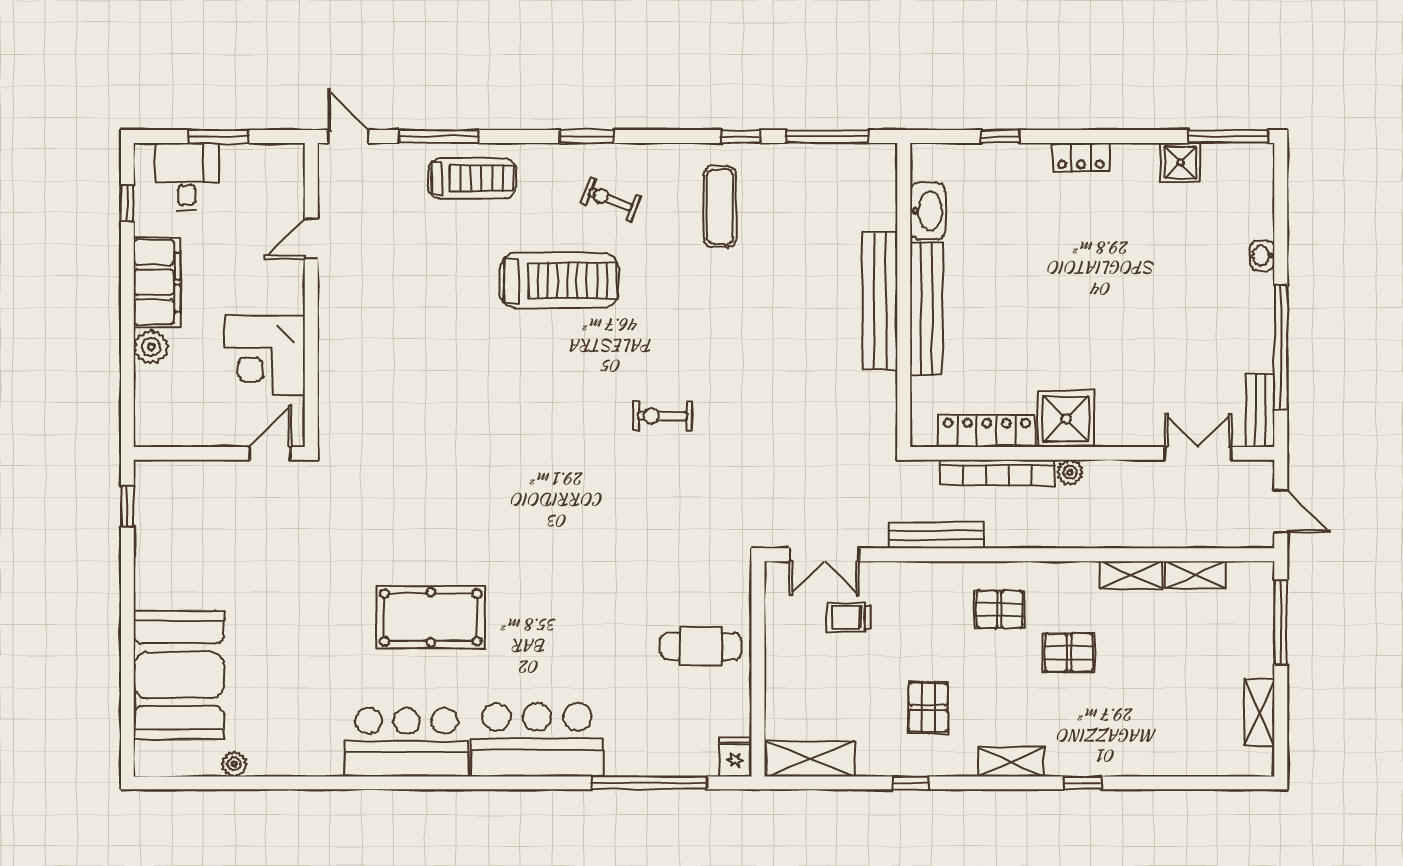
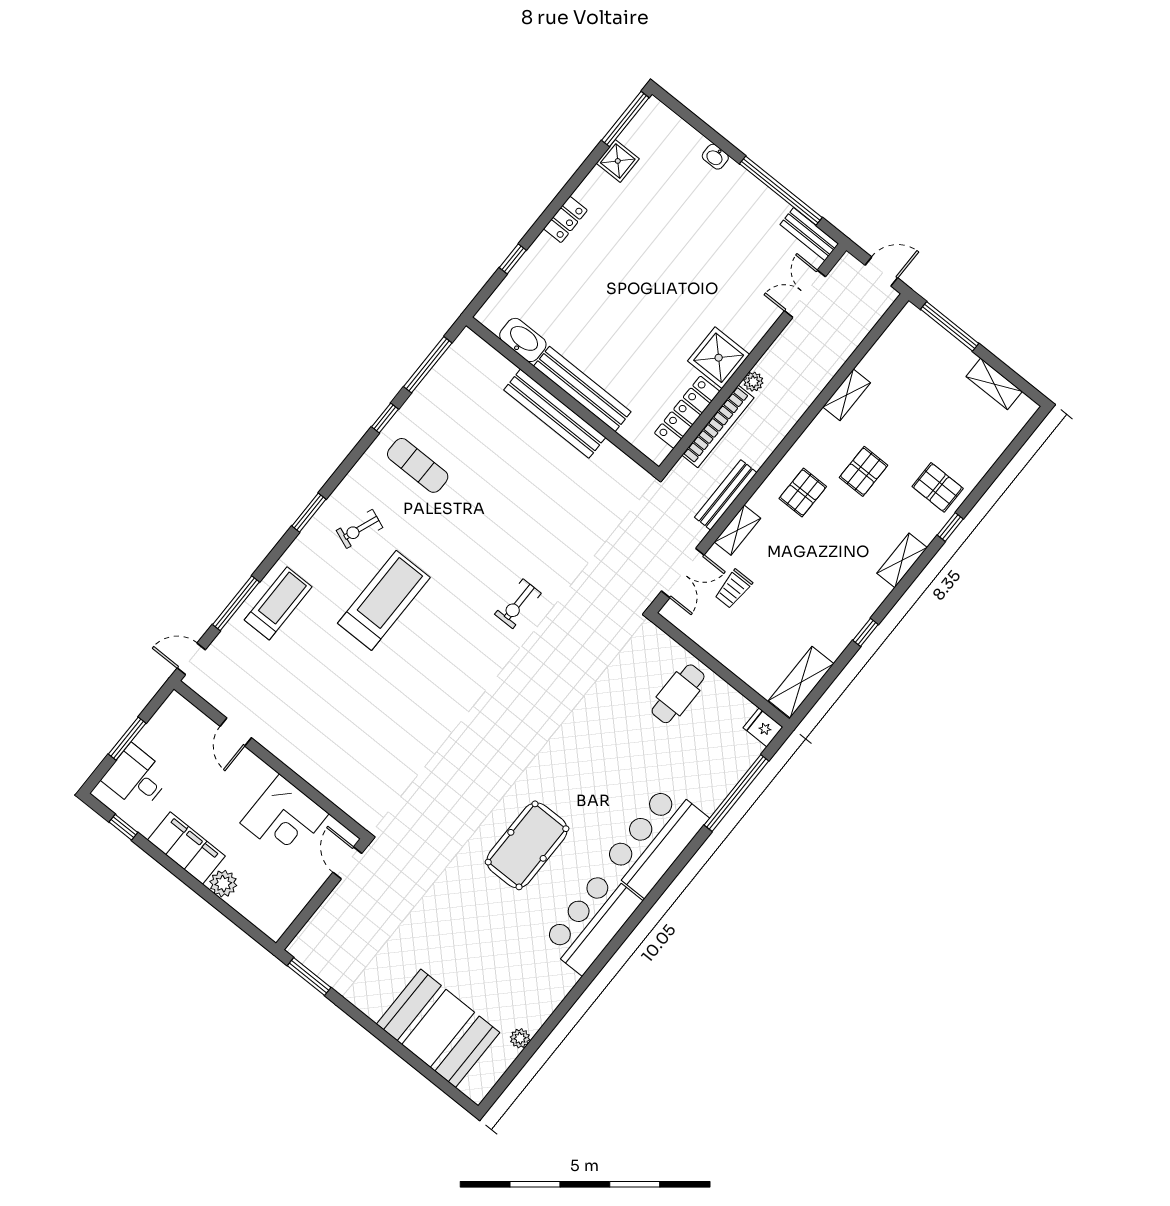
window: (127, 506) -> (309, 977), width x1.50
shelving: (1195, 575) -> (737, 530), moved
pallet: (928, 708) -> (938, 487), moved

